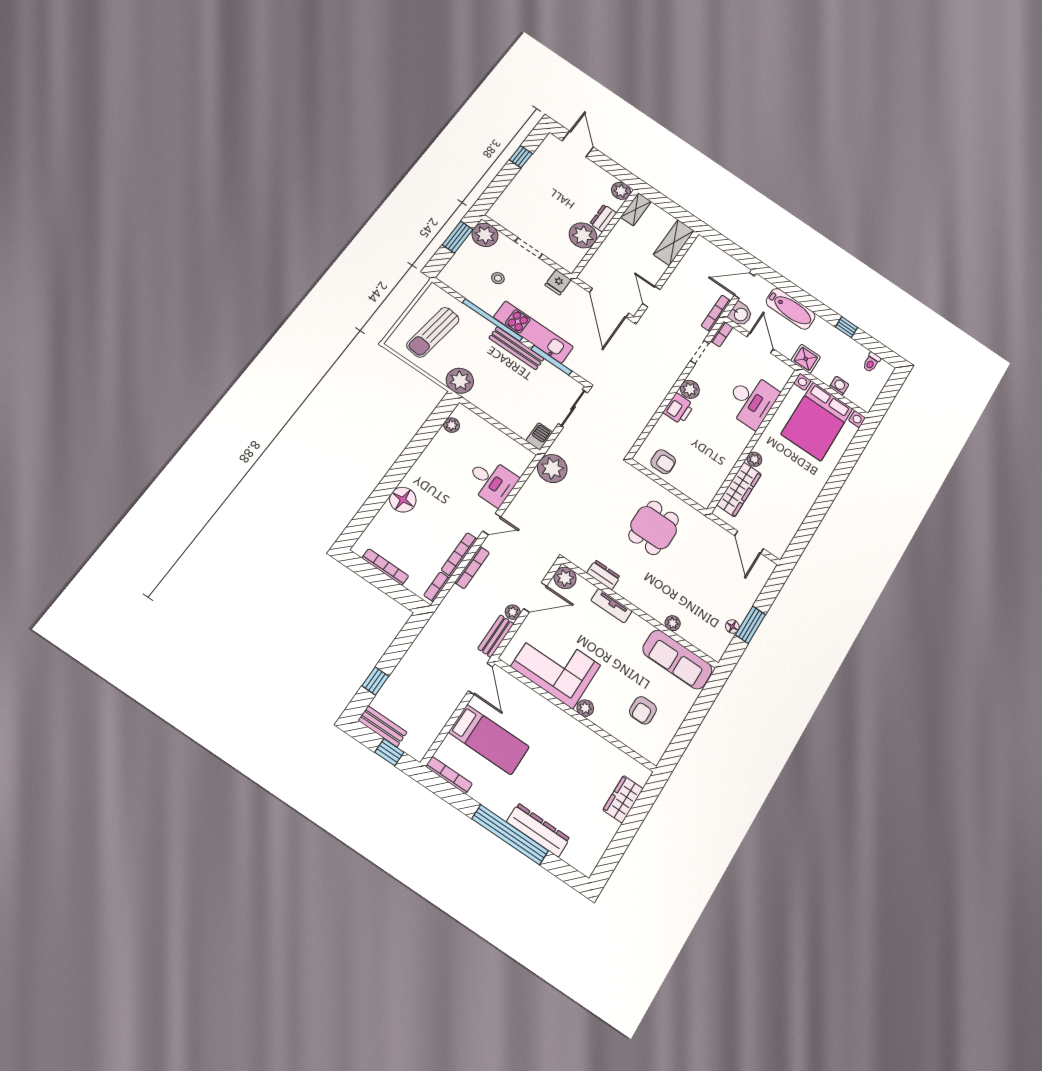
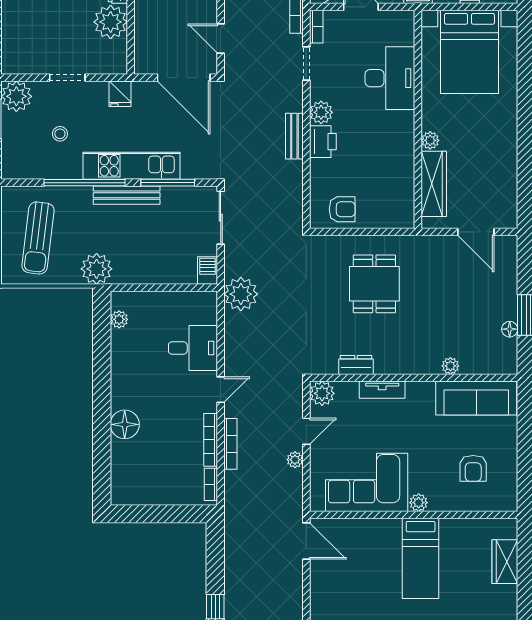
bookcase: (385, 567) -> (153, 499), removed
door: (535, 597) -> (306, 431), width x0.73
bench: (496, 636) -> (294, 136), moved
bed: (489, 740) -> (421, 558), moved, turned 90

